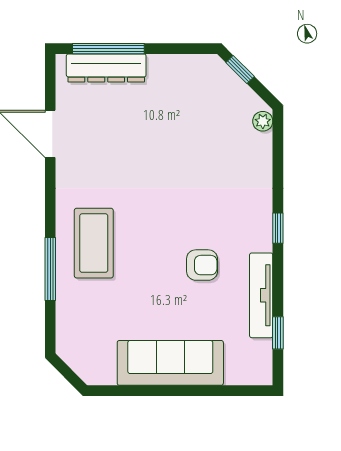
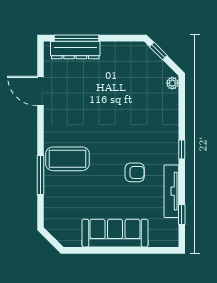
coffee table: (94, 243) -> (68, 159), turned 90

